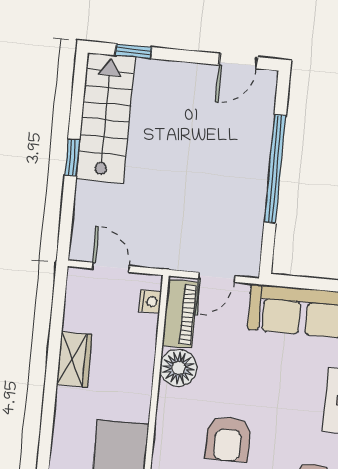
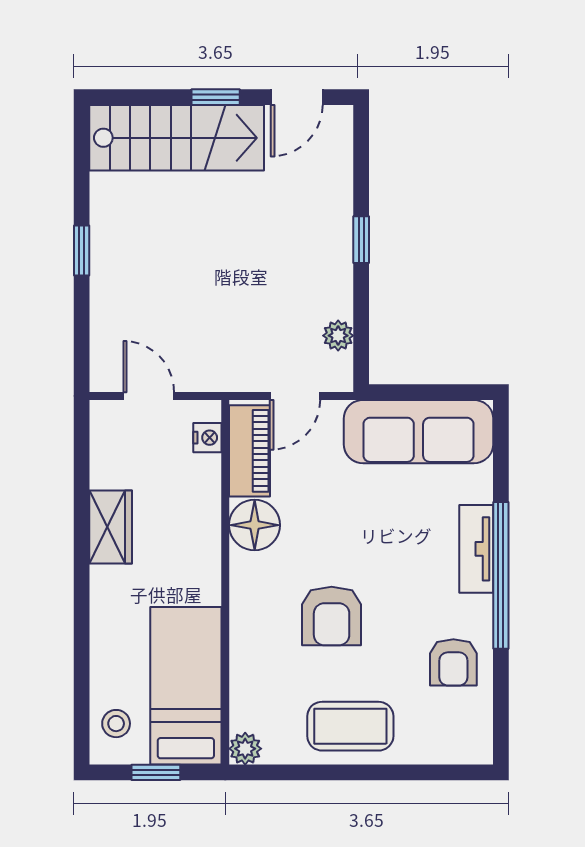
window: (133, 51) -> (216, 97), moved
stairs: (106, 118) -> (177, 138), moved, turned 90
window: (275, 169) -> (361, 240), width x0.32
plant: (252, 236) -> (338, 336), added

